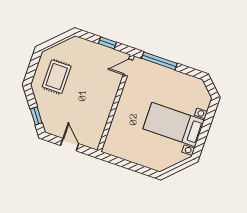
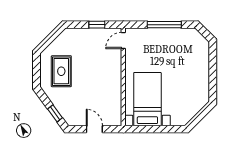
window: (159, 61) -> (164, 25), moved
bed with nightstands: (174, 125) -> (147, 99), moved, turned 90

